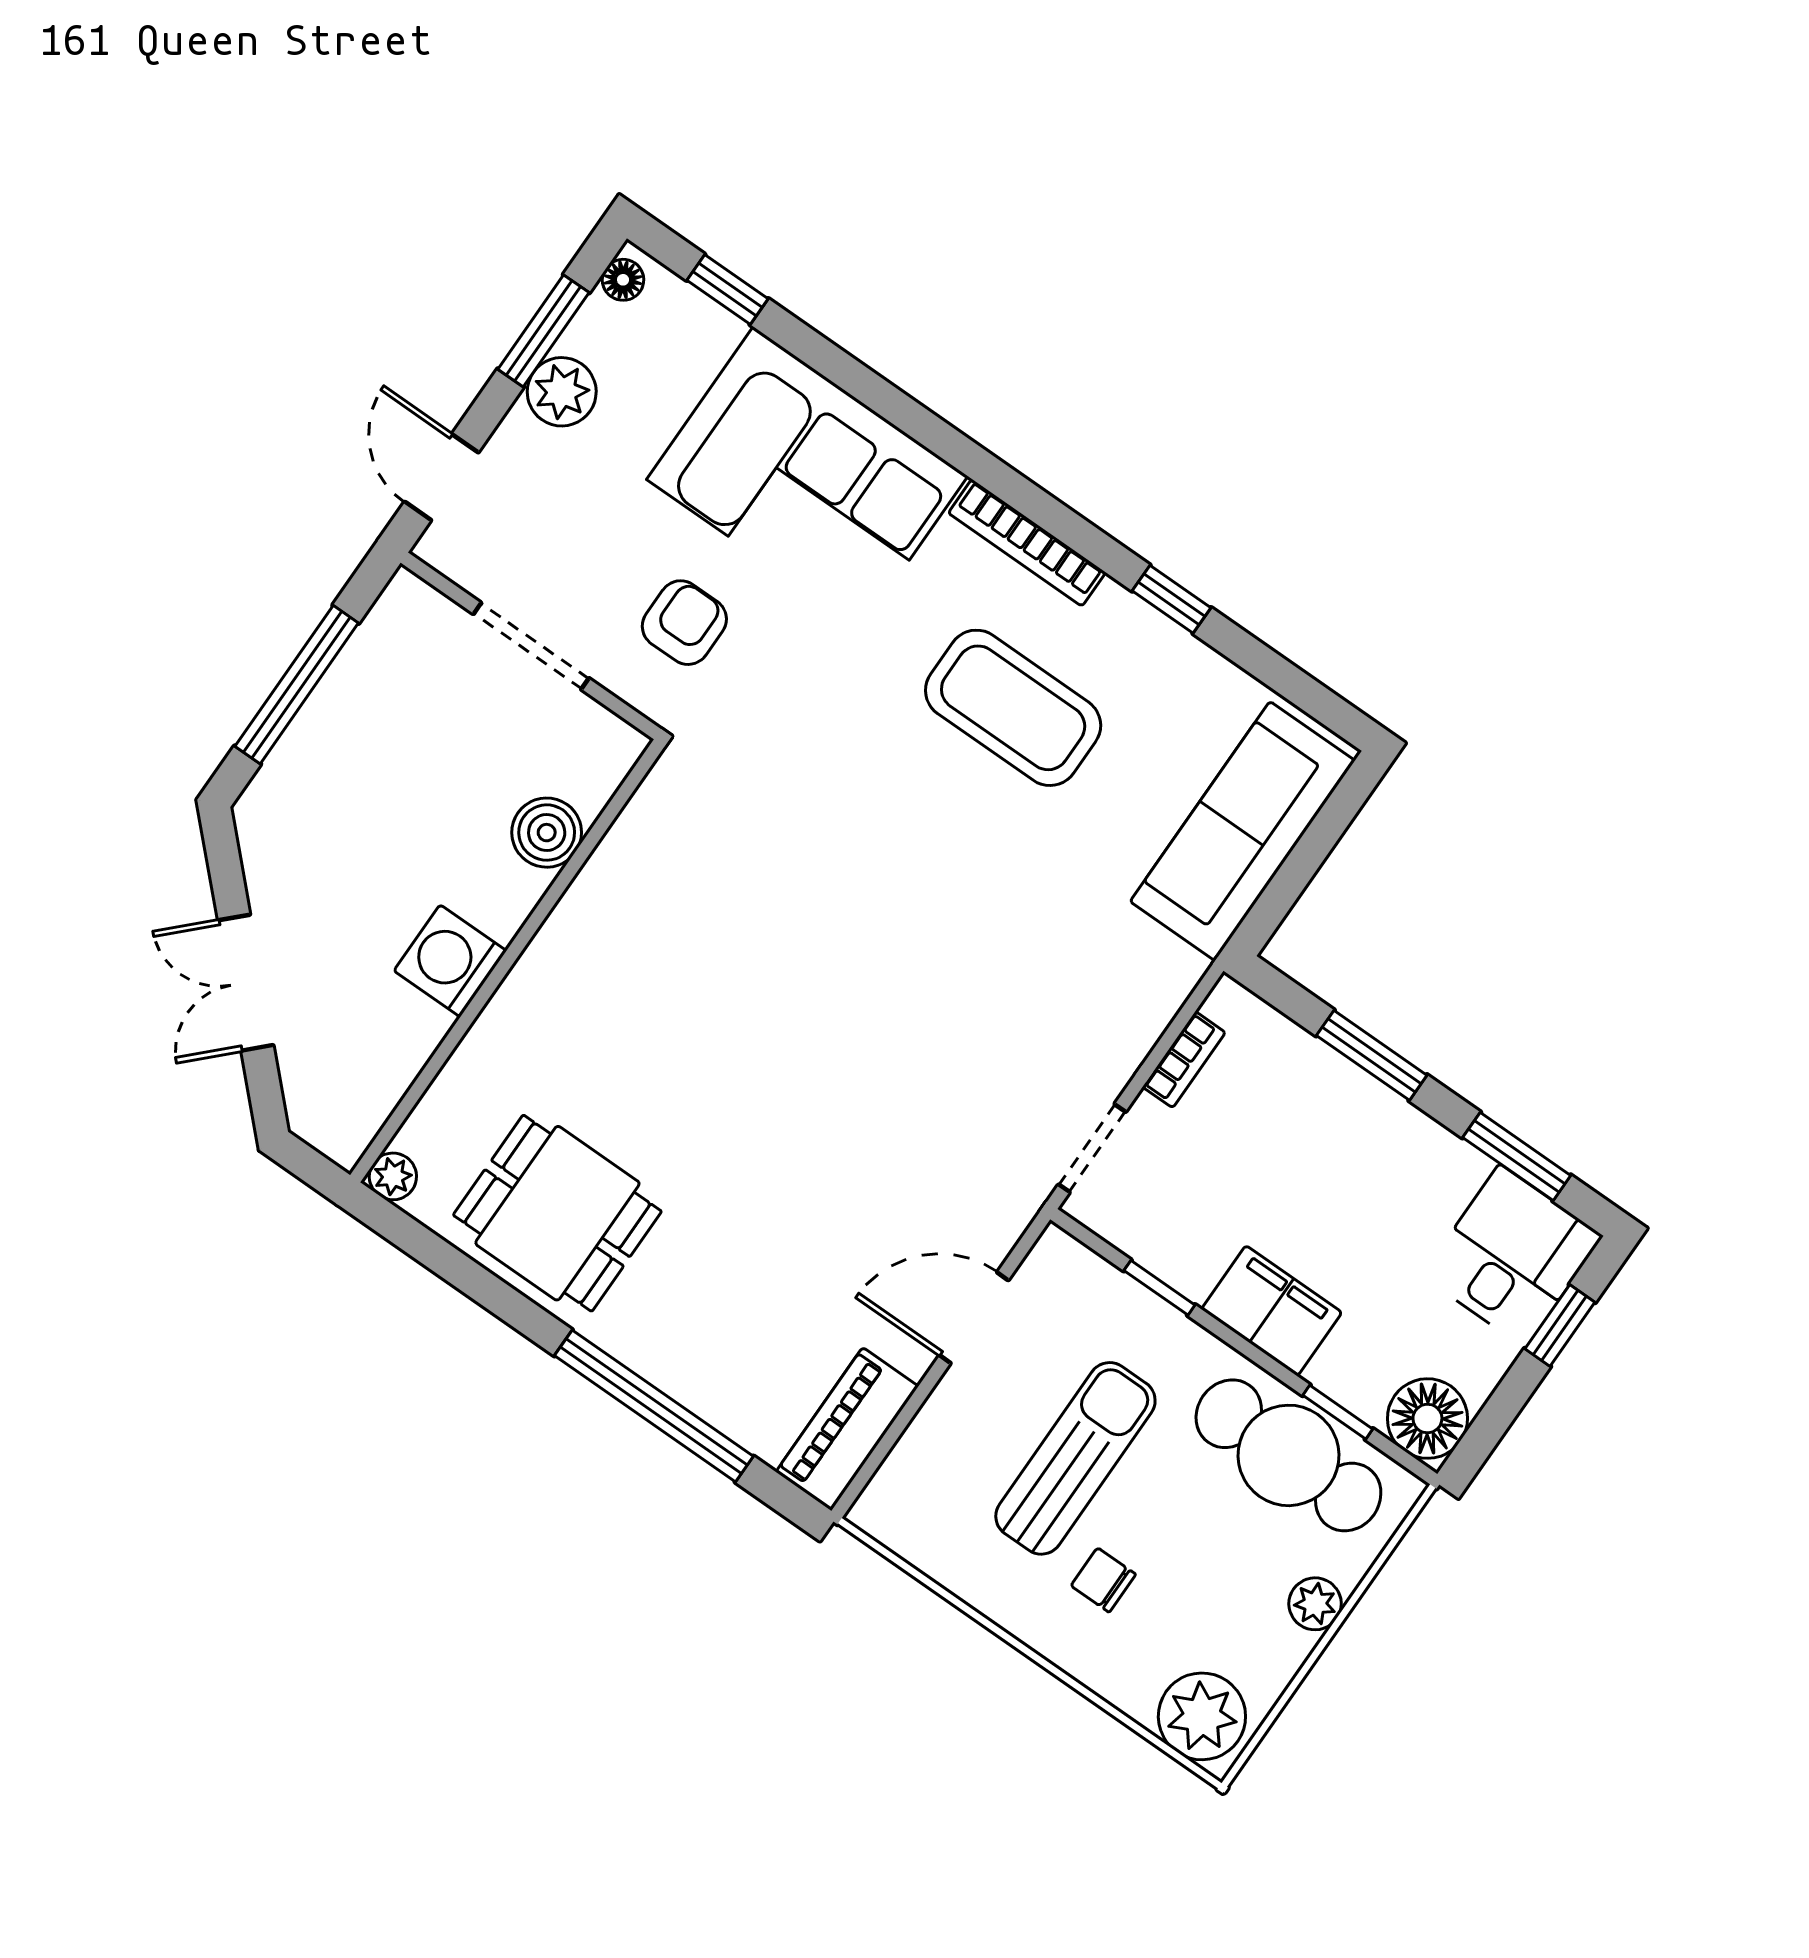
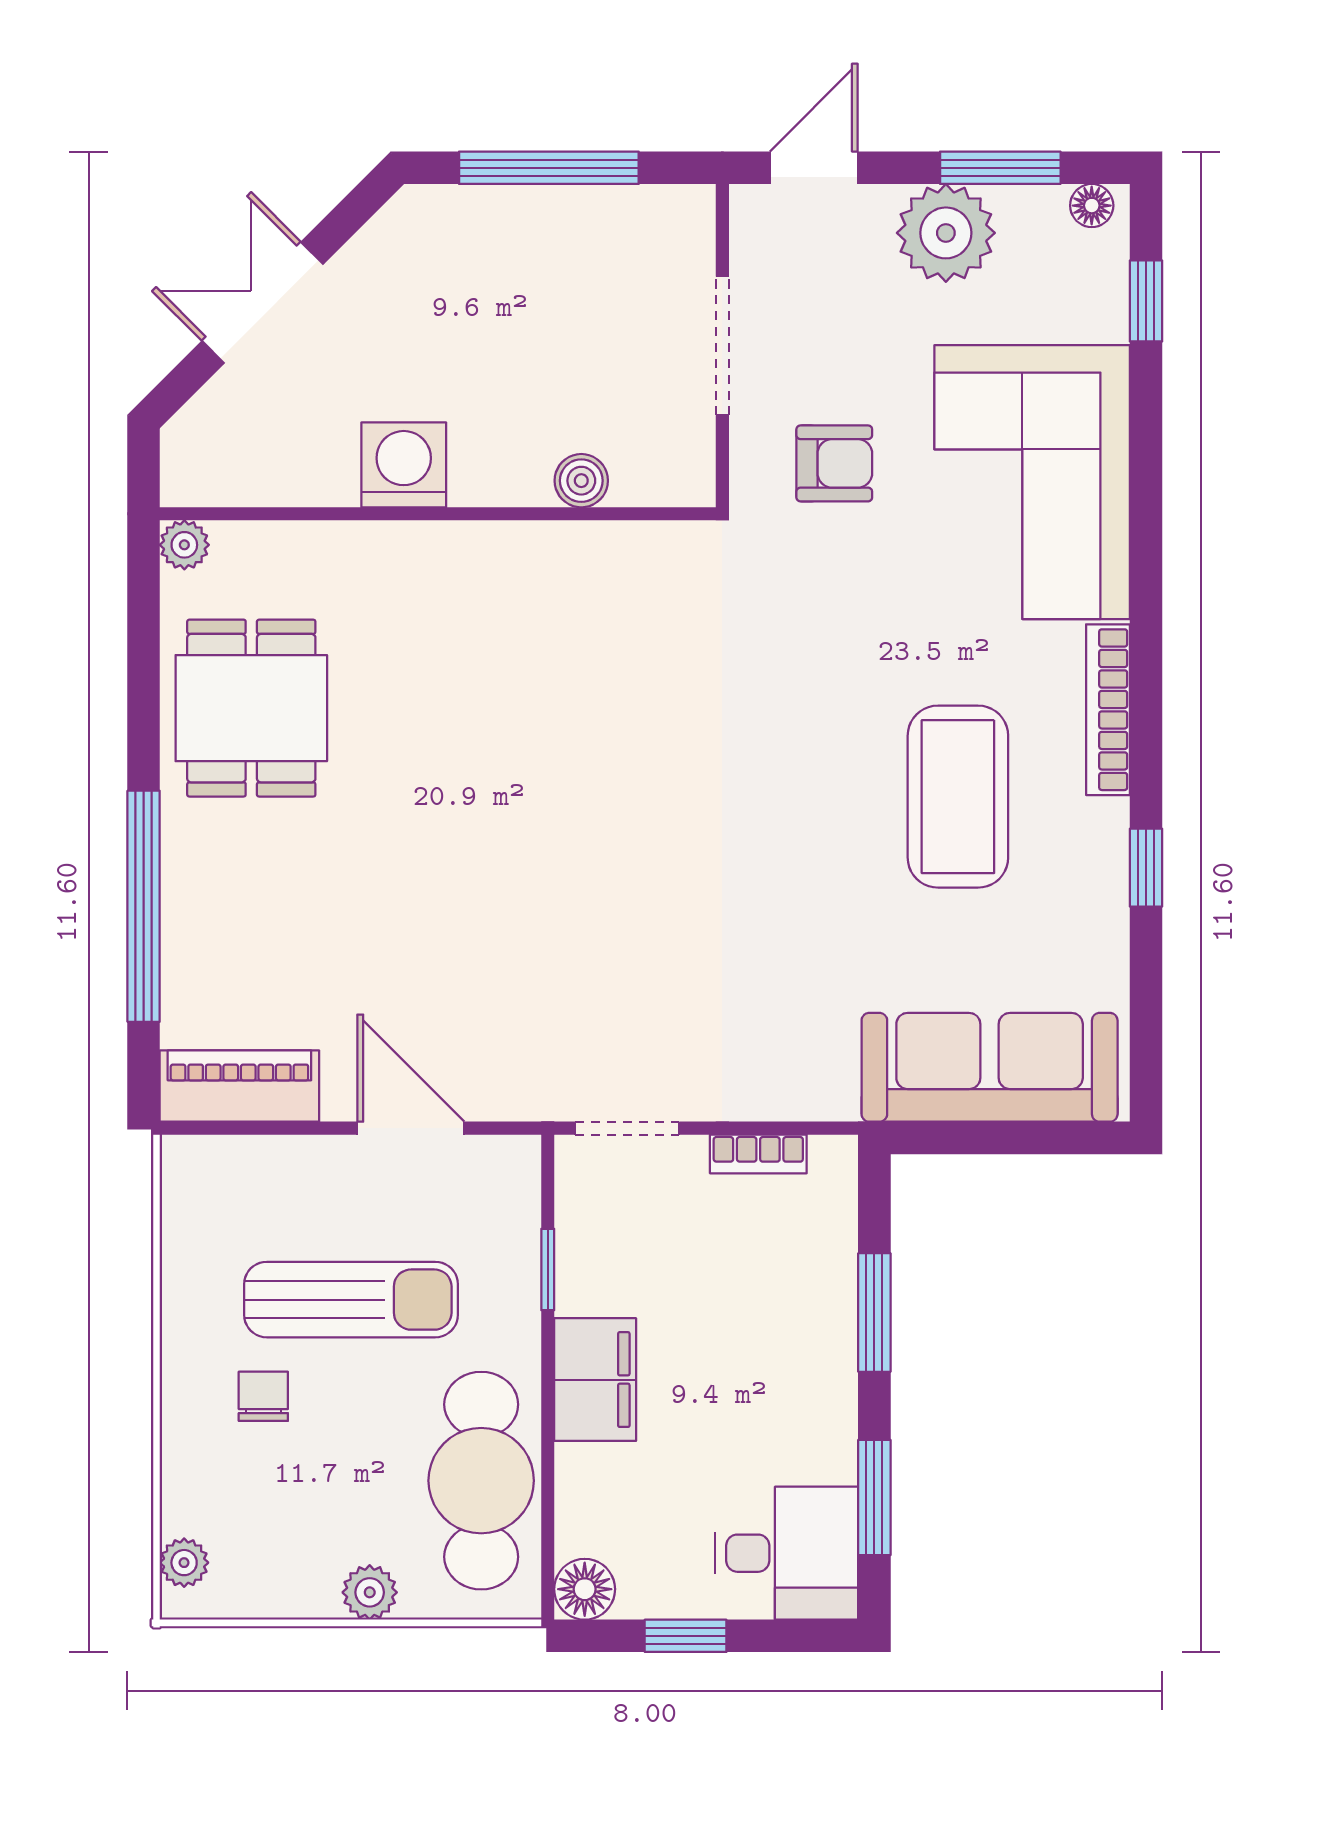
plant: (562, 392) -> (946, 233), width x1.36, depth x1.36
boiler: (547, 833) -> (581, 481), width x0.73, depth x0.73
window: (1560, 1326) -> (686, 1636), moved
window: (1338, 1412) -> (548, 1497), removed
floor lamp: (1427, 1419) -> (585, 1589), width x0.73, depth x0.73
plant: (1202, 1716) -> (184, 1563), width x0.53, depth x0.53

